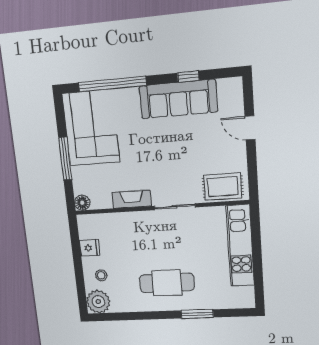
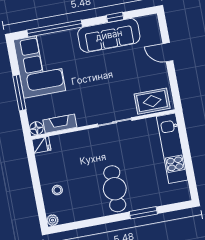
fireplace: (132, 199) -> (60, 124), moved
fridge: (90, 248) -> (41, 145), moved
cafe table: (167, 283) -> (115, 189), turned 90
plant: (98, 302) -> (53, 220), width x0.53, depth x0.53

